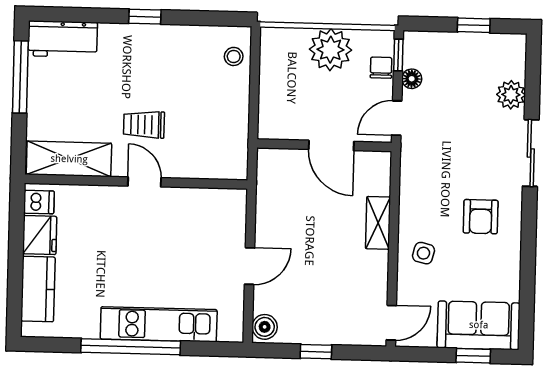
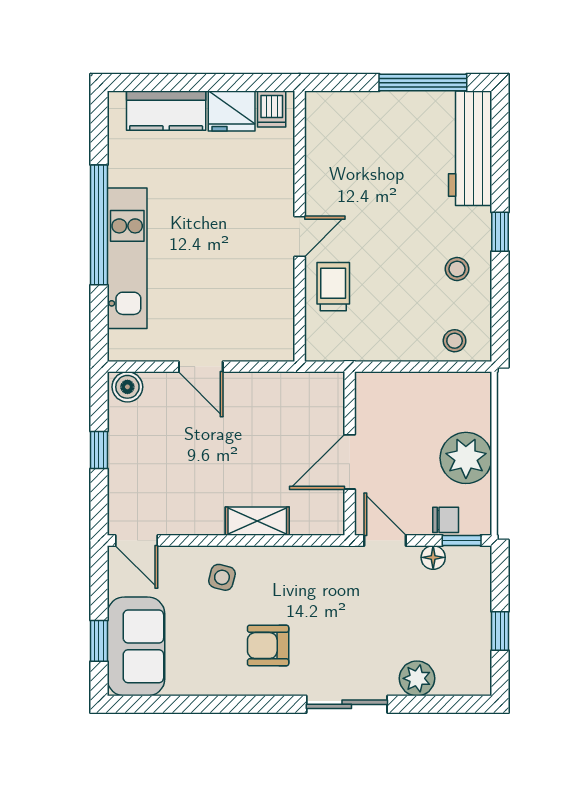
workbench: (63, 39) -> (470, 148), width x1.37
stool: (175, 53) -> (457, 269), added
trolley: (144, 125) -> (333, 287), moved
shelving: (69, 159) -> (325, 144), removed

